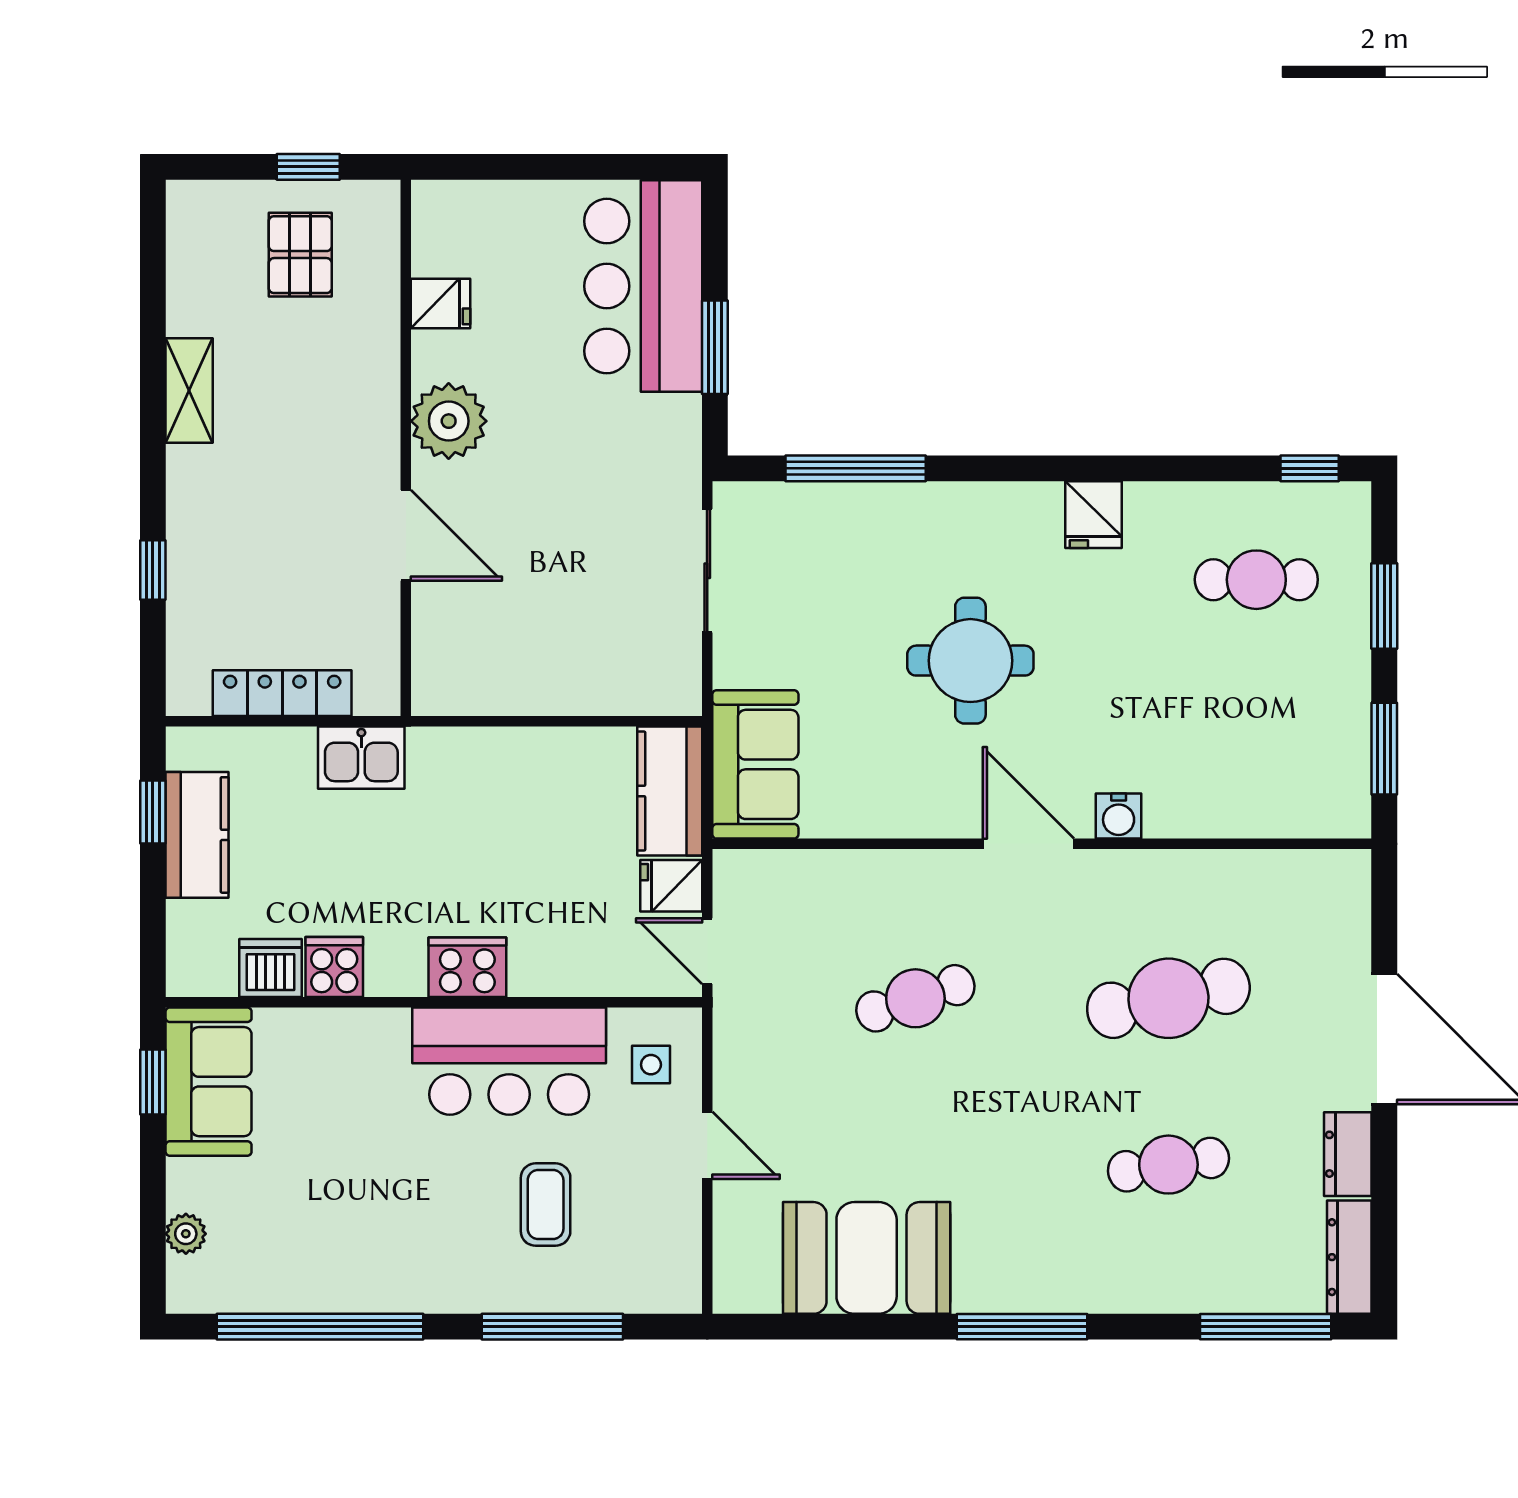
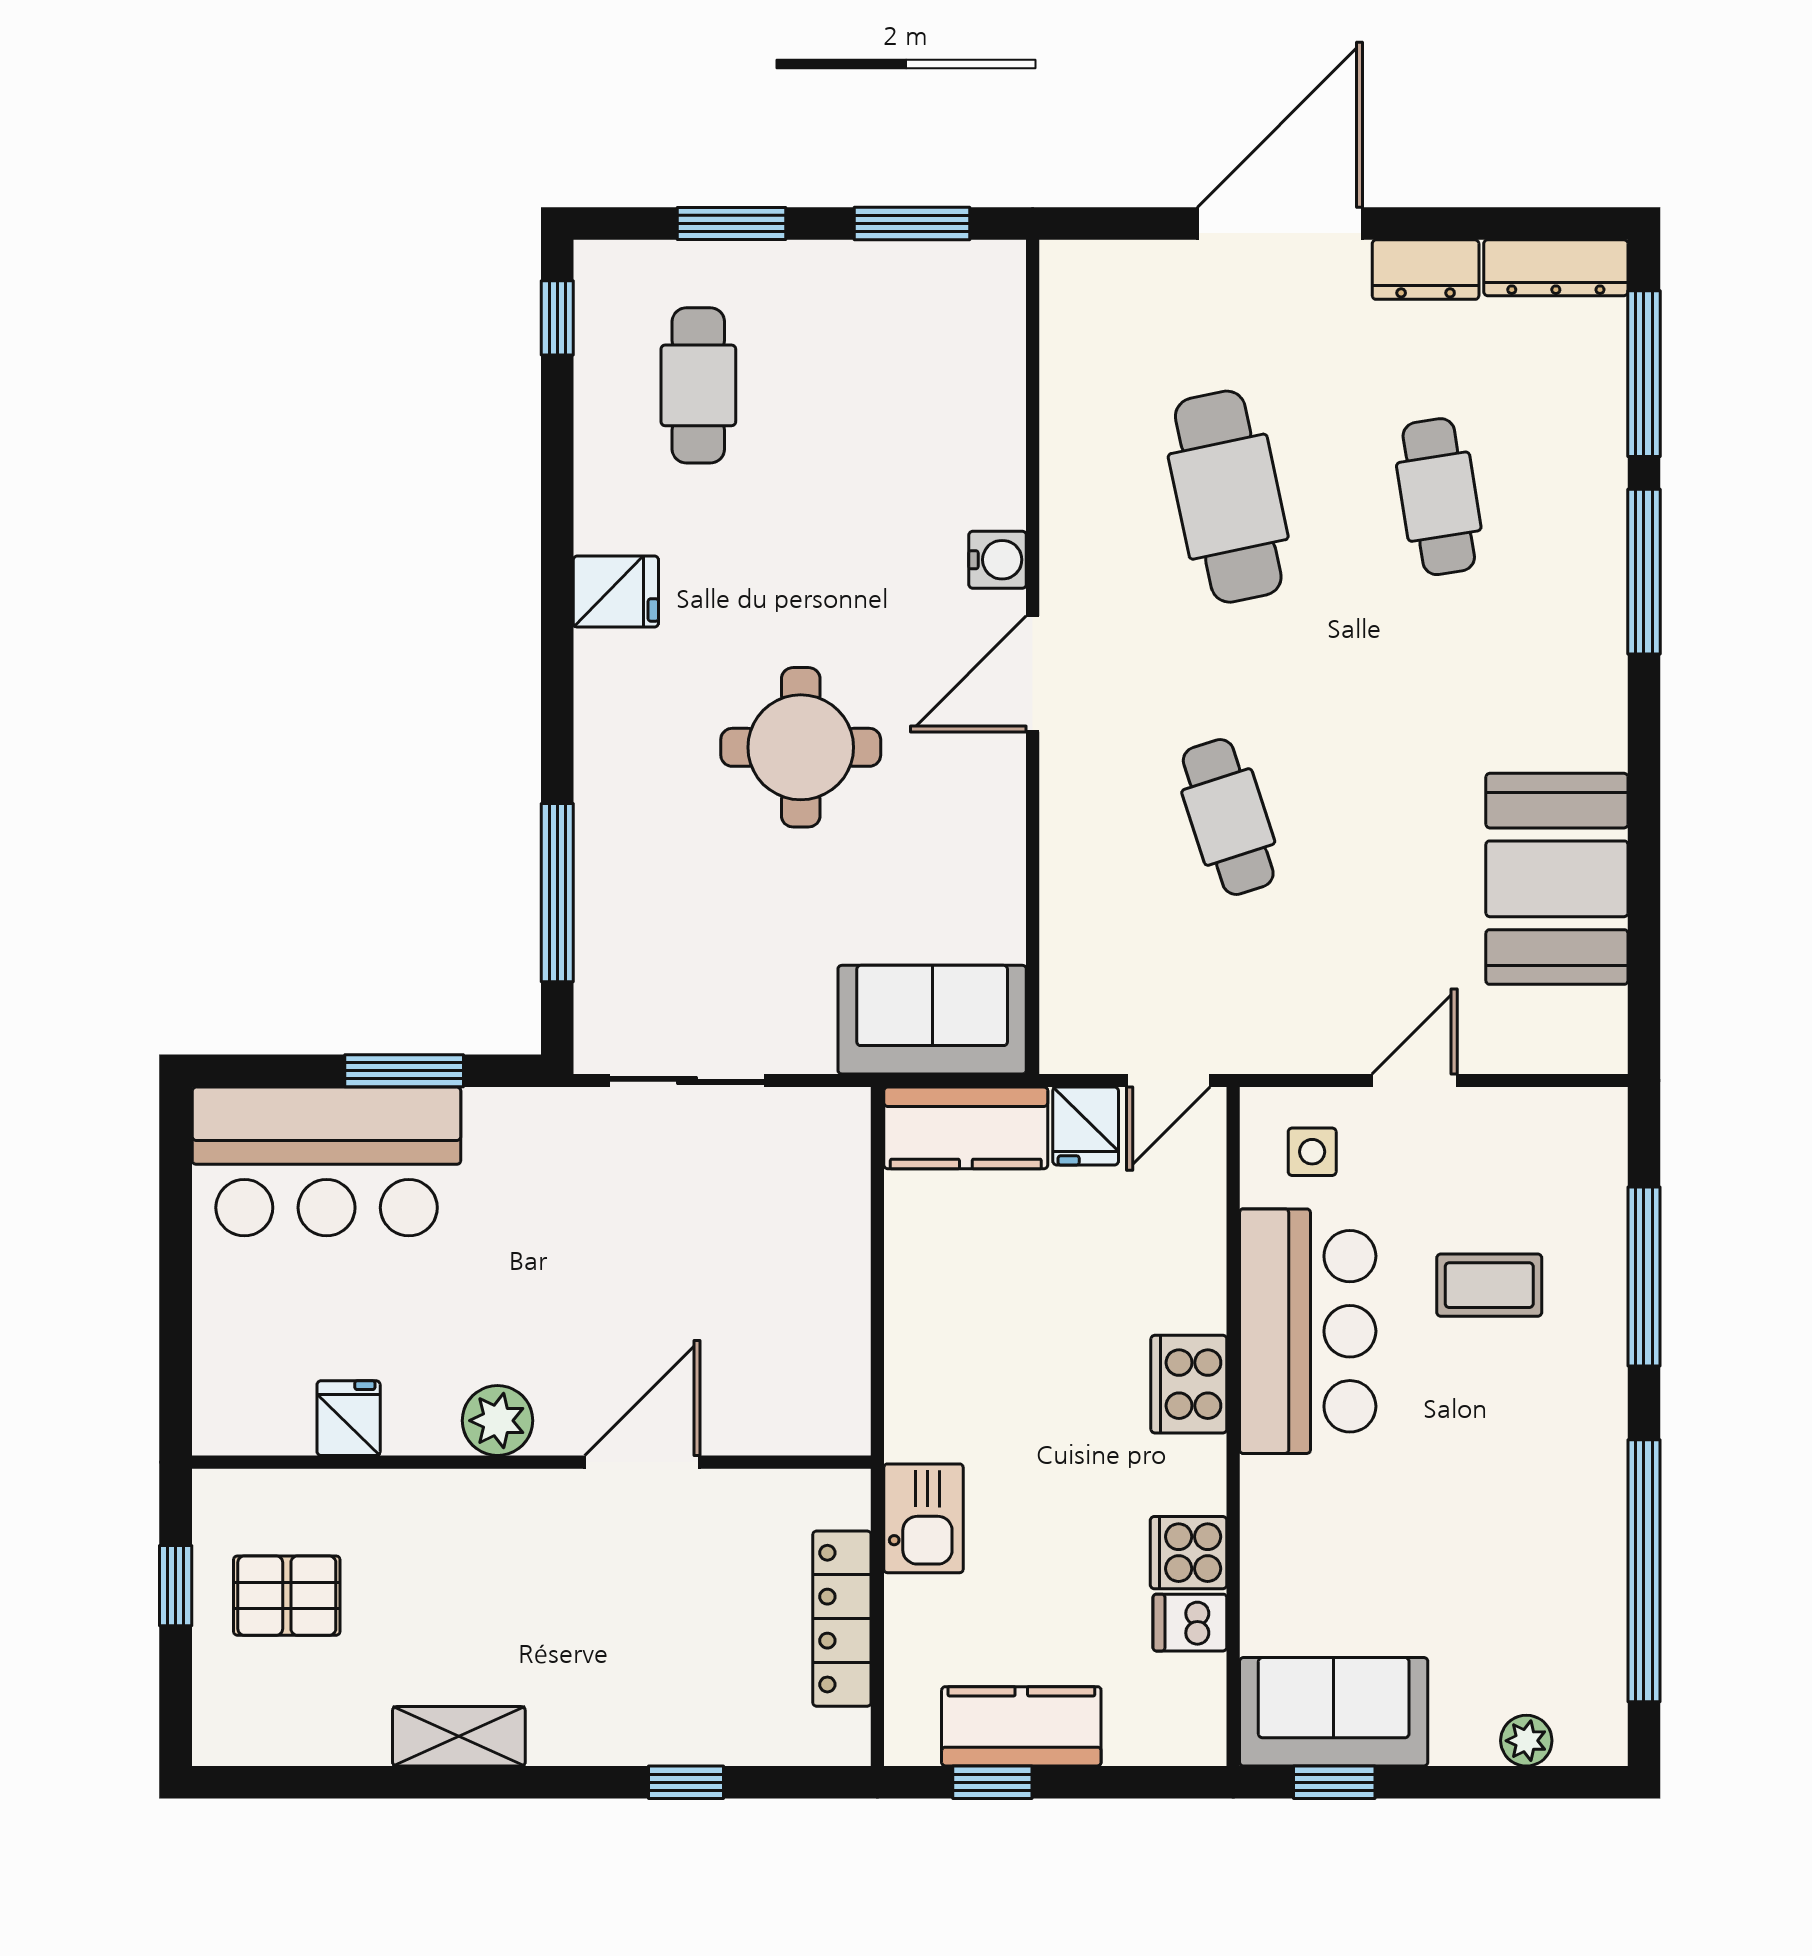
plant: (449, 421) -> (497, 1421), width x0.73, depth x0.73
dishwasher: (270, 968) -> (1190, 1623), width x0.73
window: (1022, 1327) -> (1644, 572), moved

